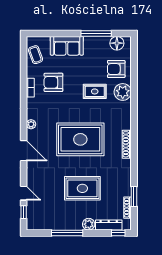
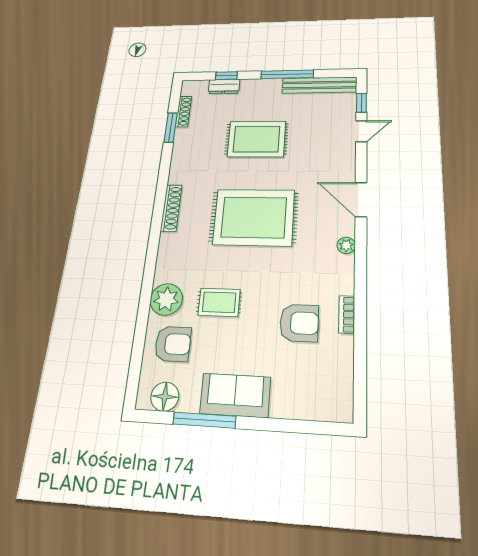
sofa: (67, 46) -> (235, 395), moved
coffee table: (35, 55) -> (335, 382), removed
door: (24, 193) -> (361, 131), swing flipped
plant: (89, 224) -> (250, 87), removed
bench: (48, 225) -> (319, 85), added
dresser: (109, 225) -> (224, 86), width x0.70
window: (118, 233) -> (226, 76), moved

